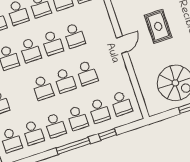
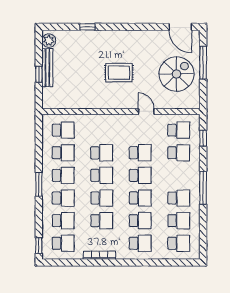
door: (122, 45) -> (146, 112), moved
school desk: (77, 118) -> (140, 221), moved
window: (108, 134) -> (203, 138), moved

